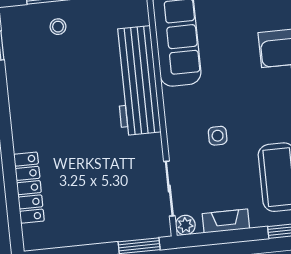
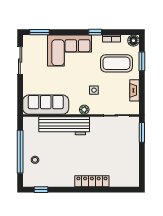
locker: (29, 188) -> (92, 181), moved
plant: (185, 225) -> (84, 110), moved

